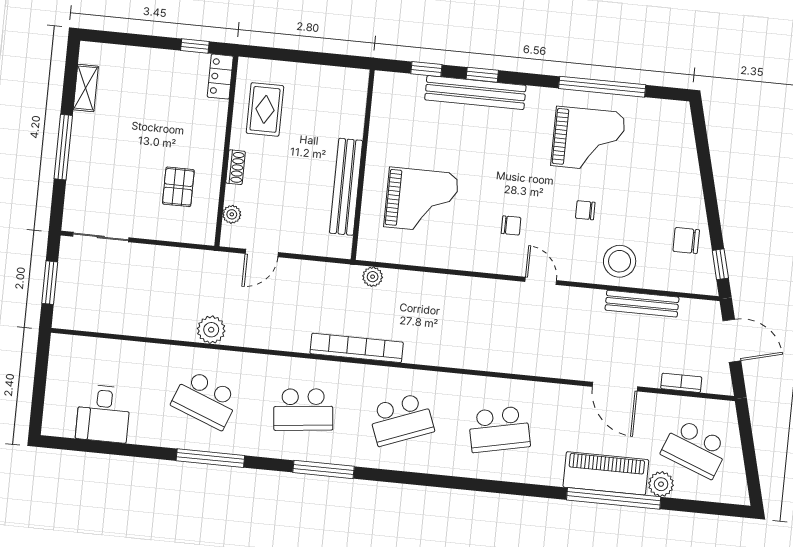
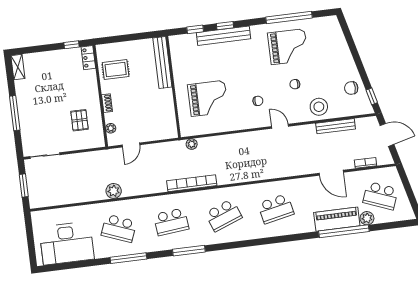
shelving: (86, 88) -> (18, 67), moved
rug: (265, 109) -> (116, 70), turned 90
bench: (346, 187) -> (162, 62), moved
desk: (103, 414) -> (67, 243), width x1.87, depth x1.30

